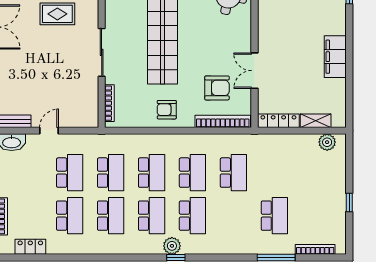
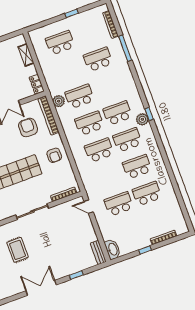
locker: (278, 121) -> (37, 84), width x0.66
door: (49, 131) -> (89, 207), moved
plant: (327, 142) -> (59, 101), moved
school desk: (111, 173) -> (60, 43), moved
locker: (30, 247) -> (177, 212), removed

